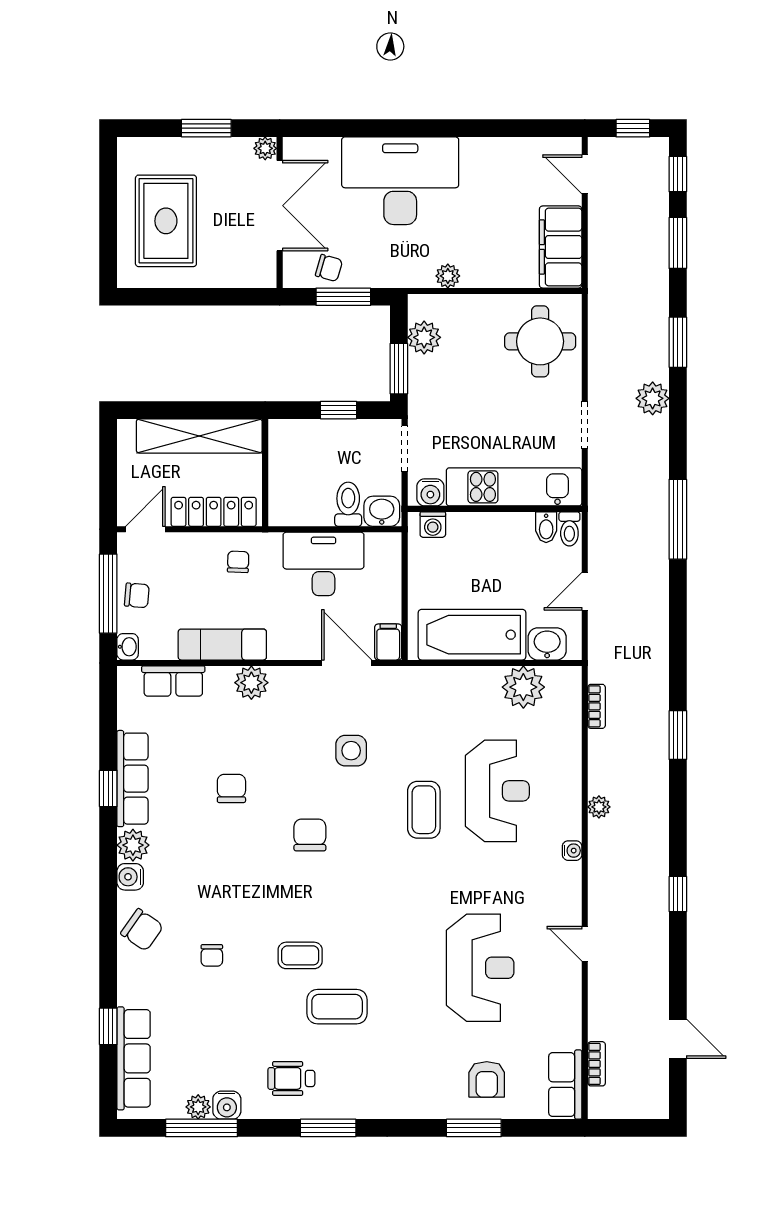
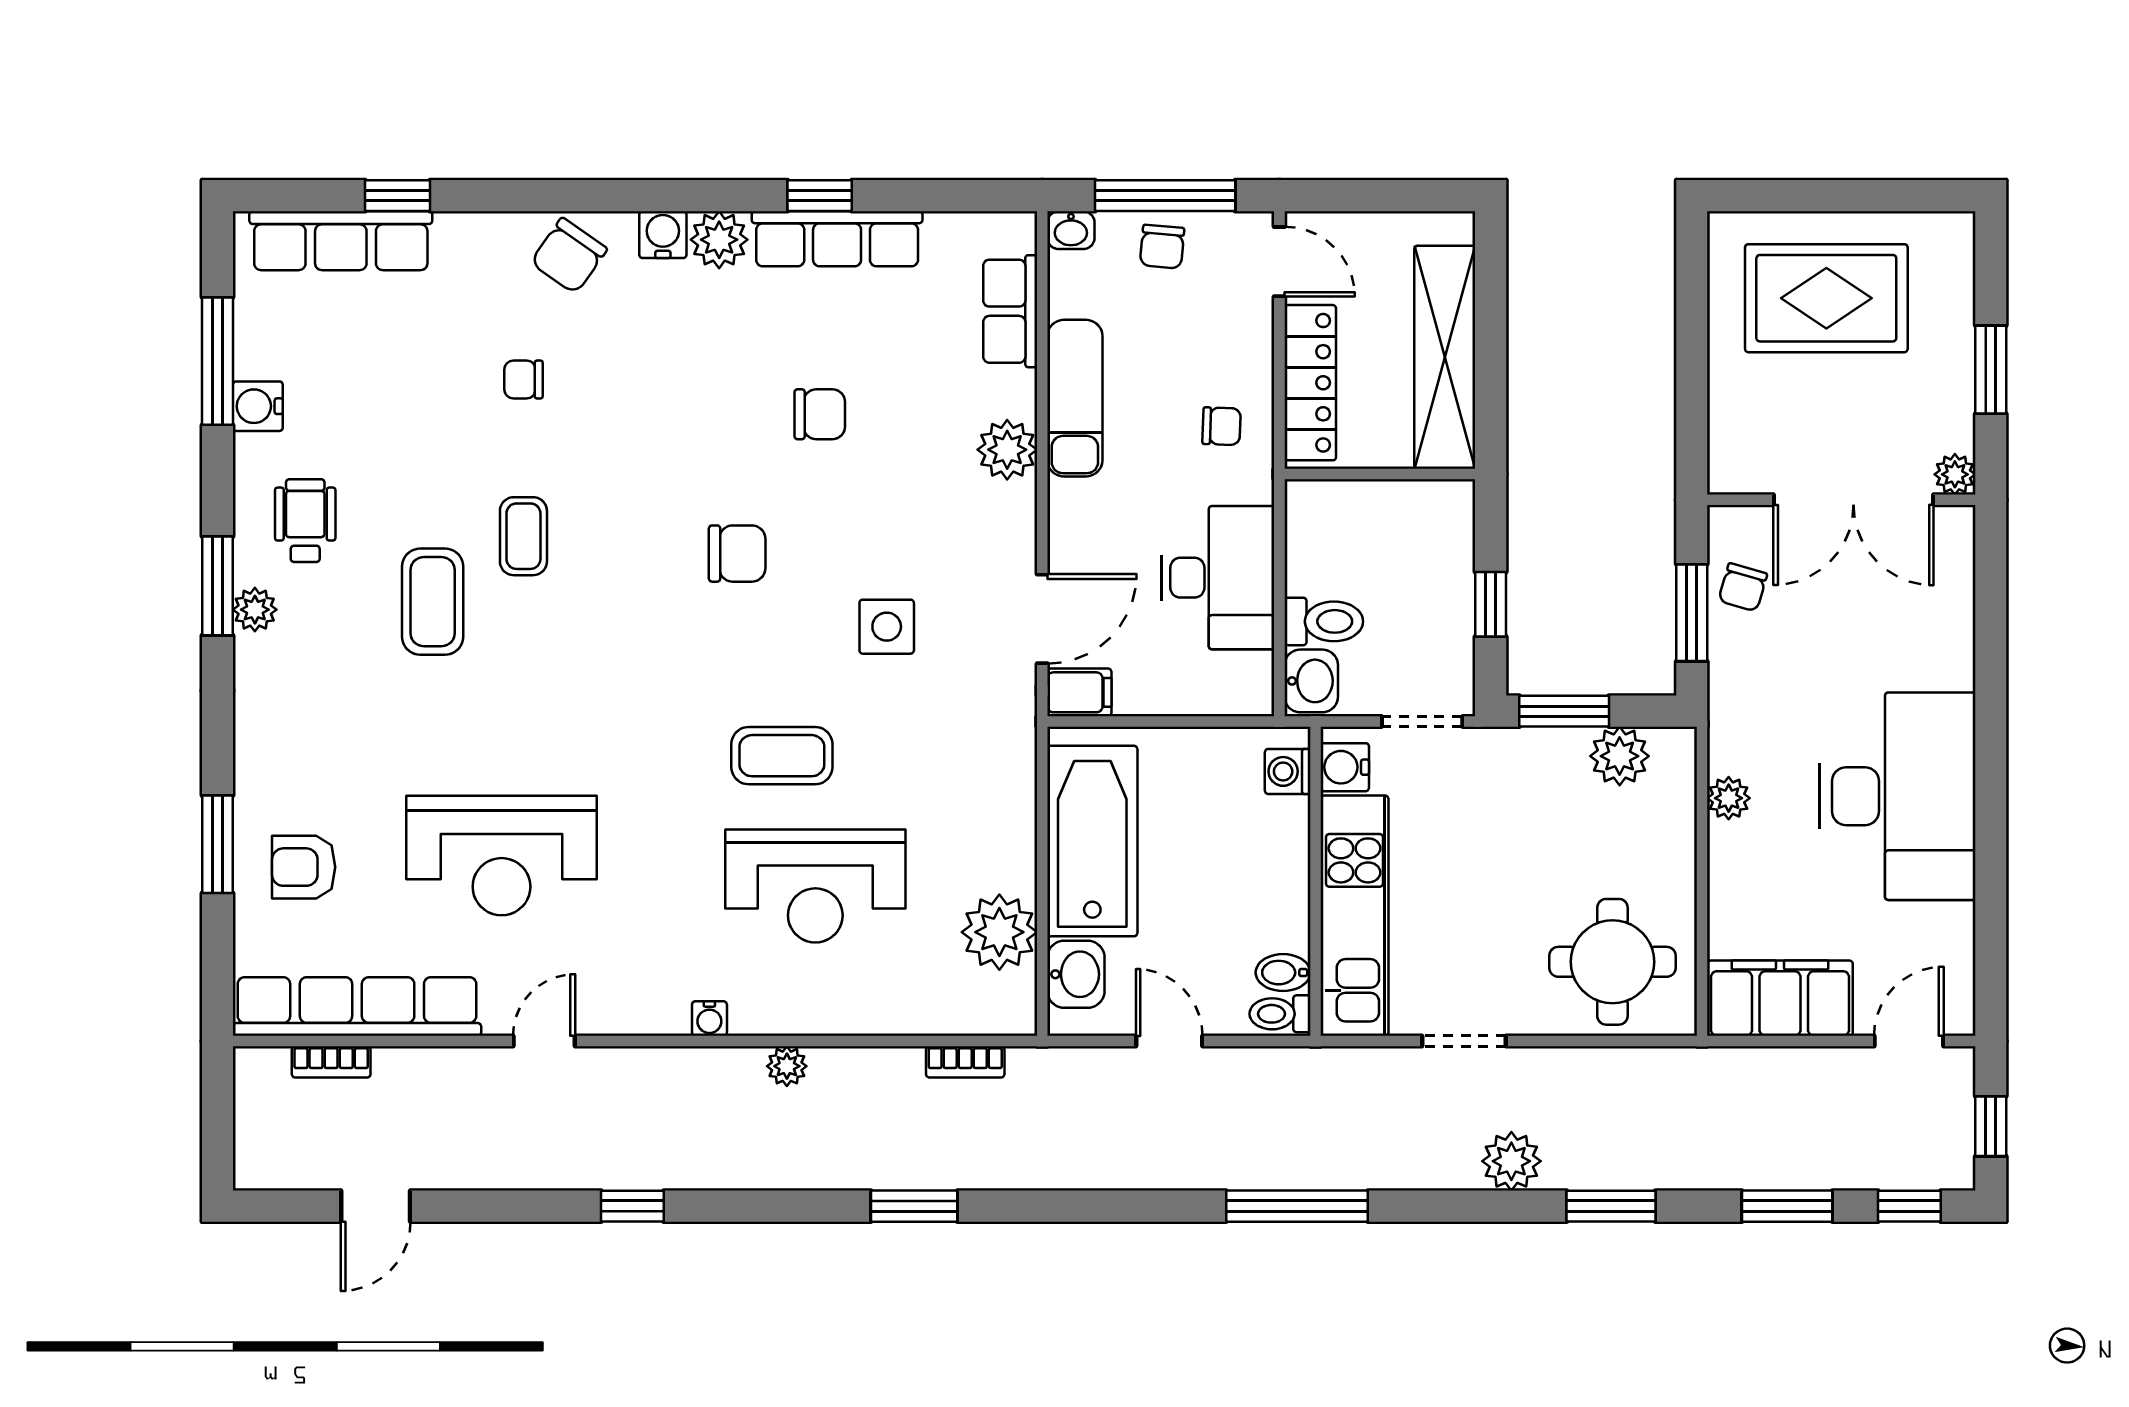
desk: (400, 181) -> (1897, 796), moved
row of seats: (565, 1085) -> (357, 1007), width x2.02
plant: (198, 1107) -> (255, 610), moved

